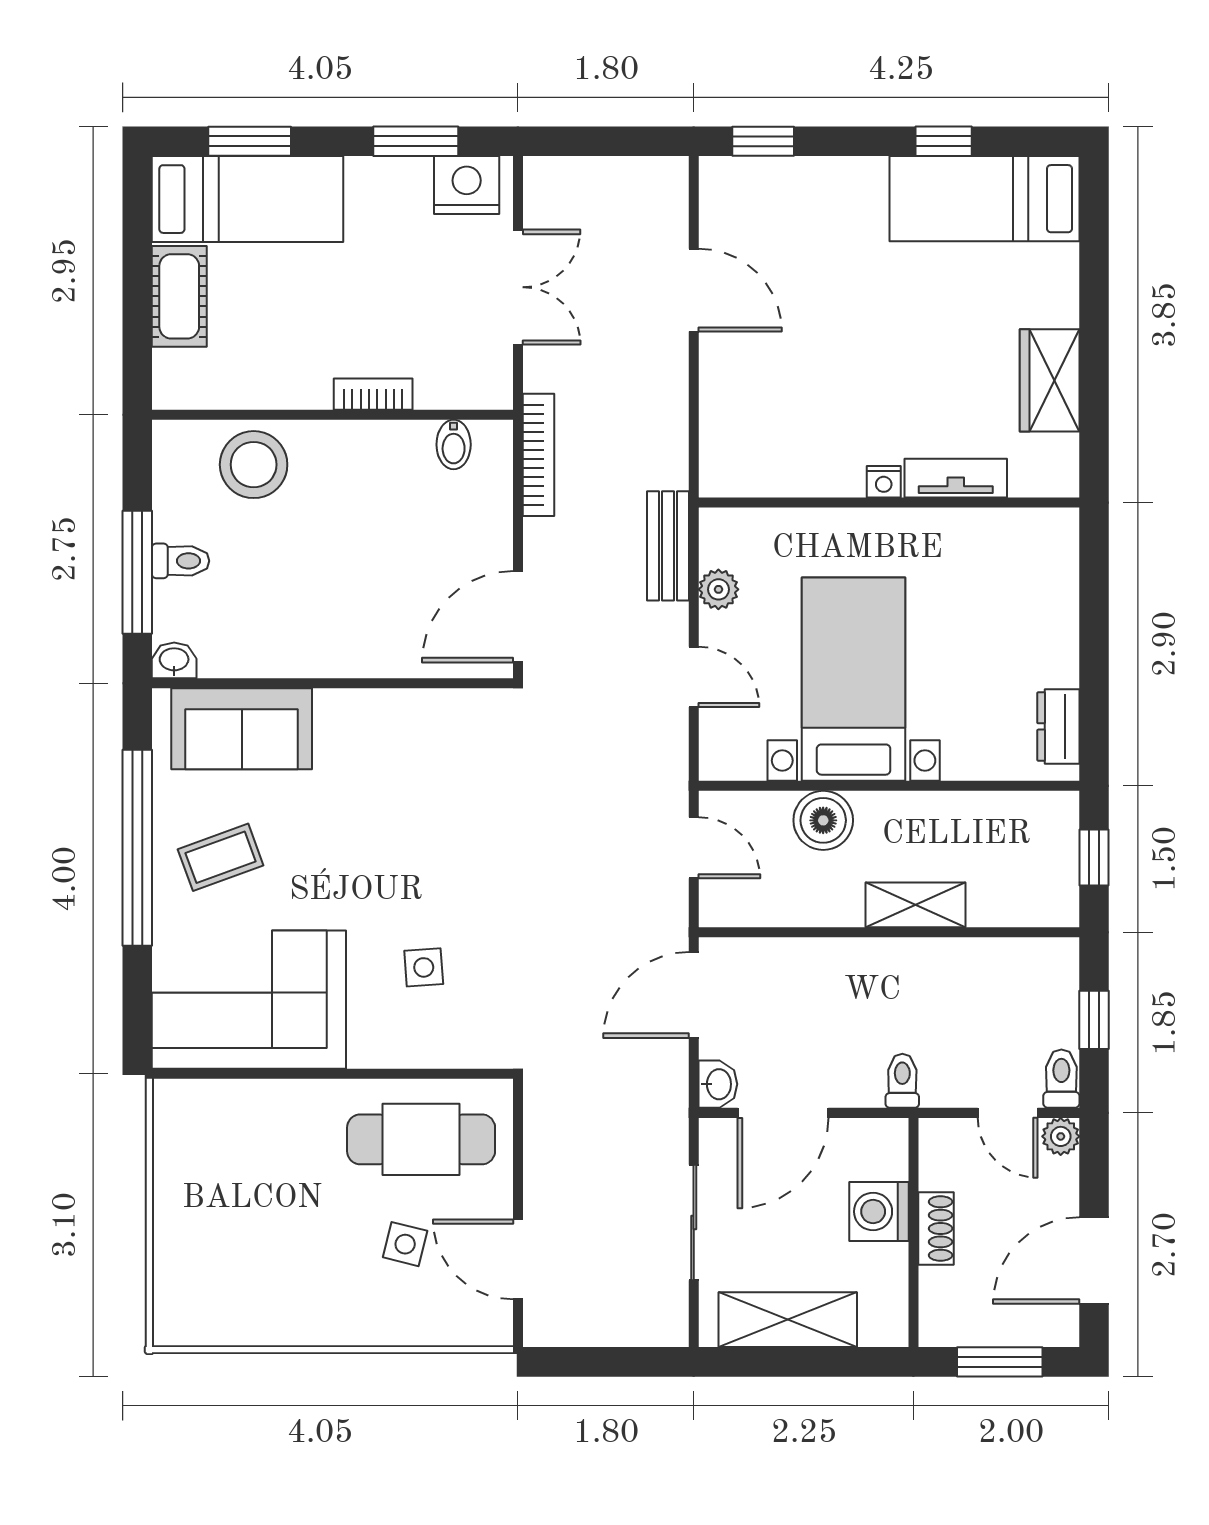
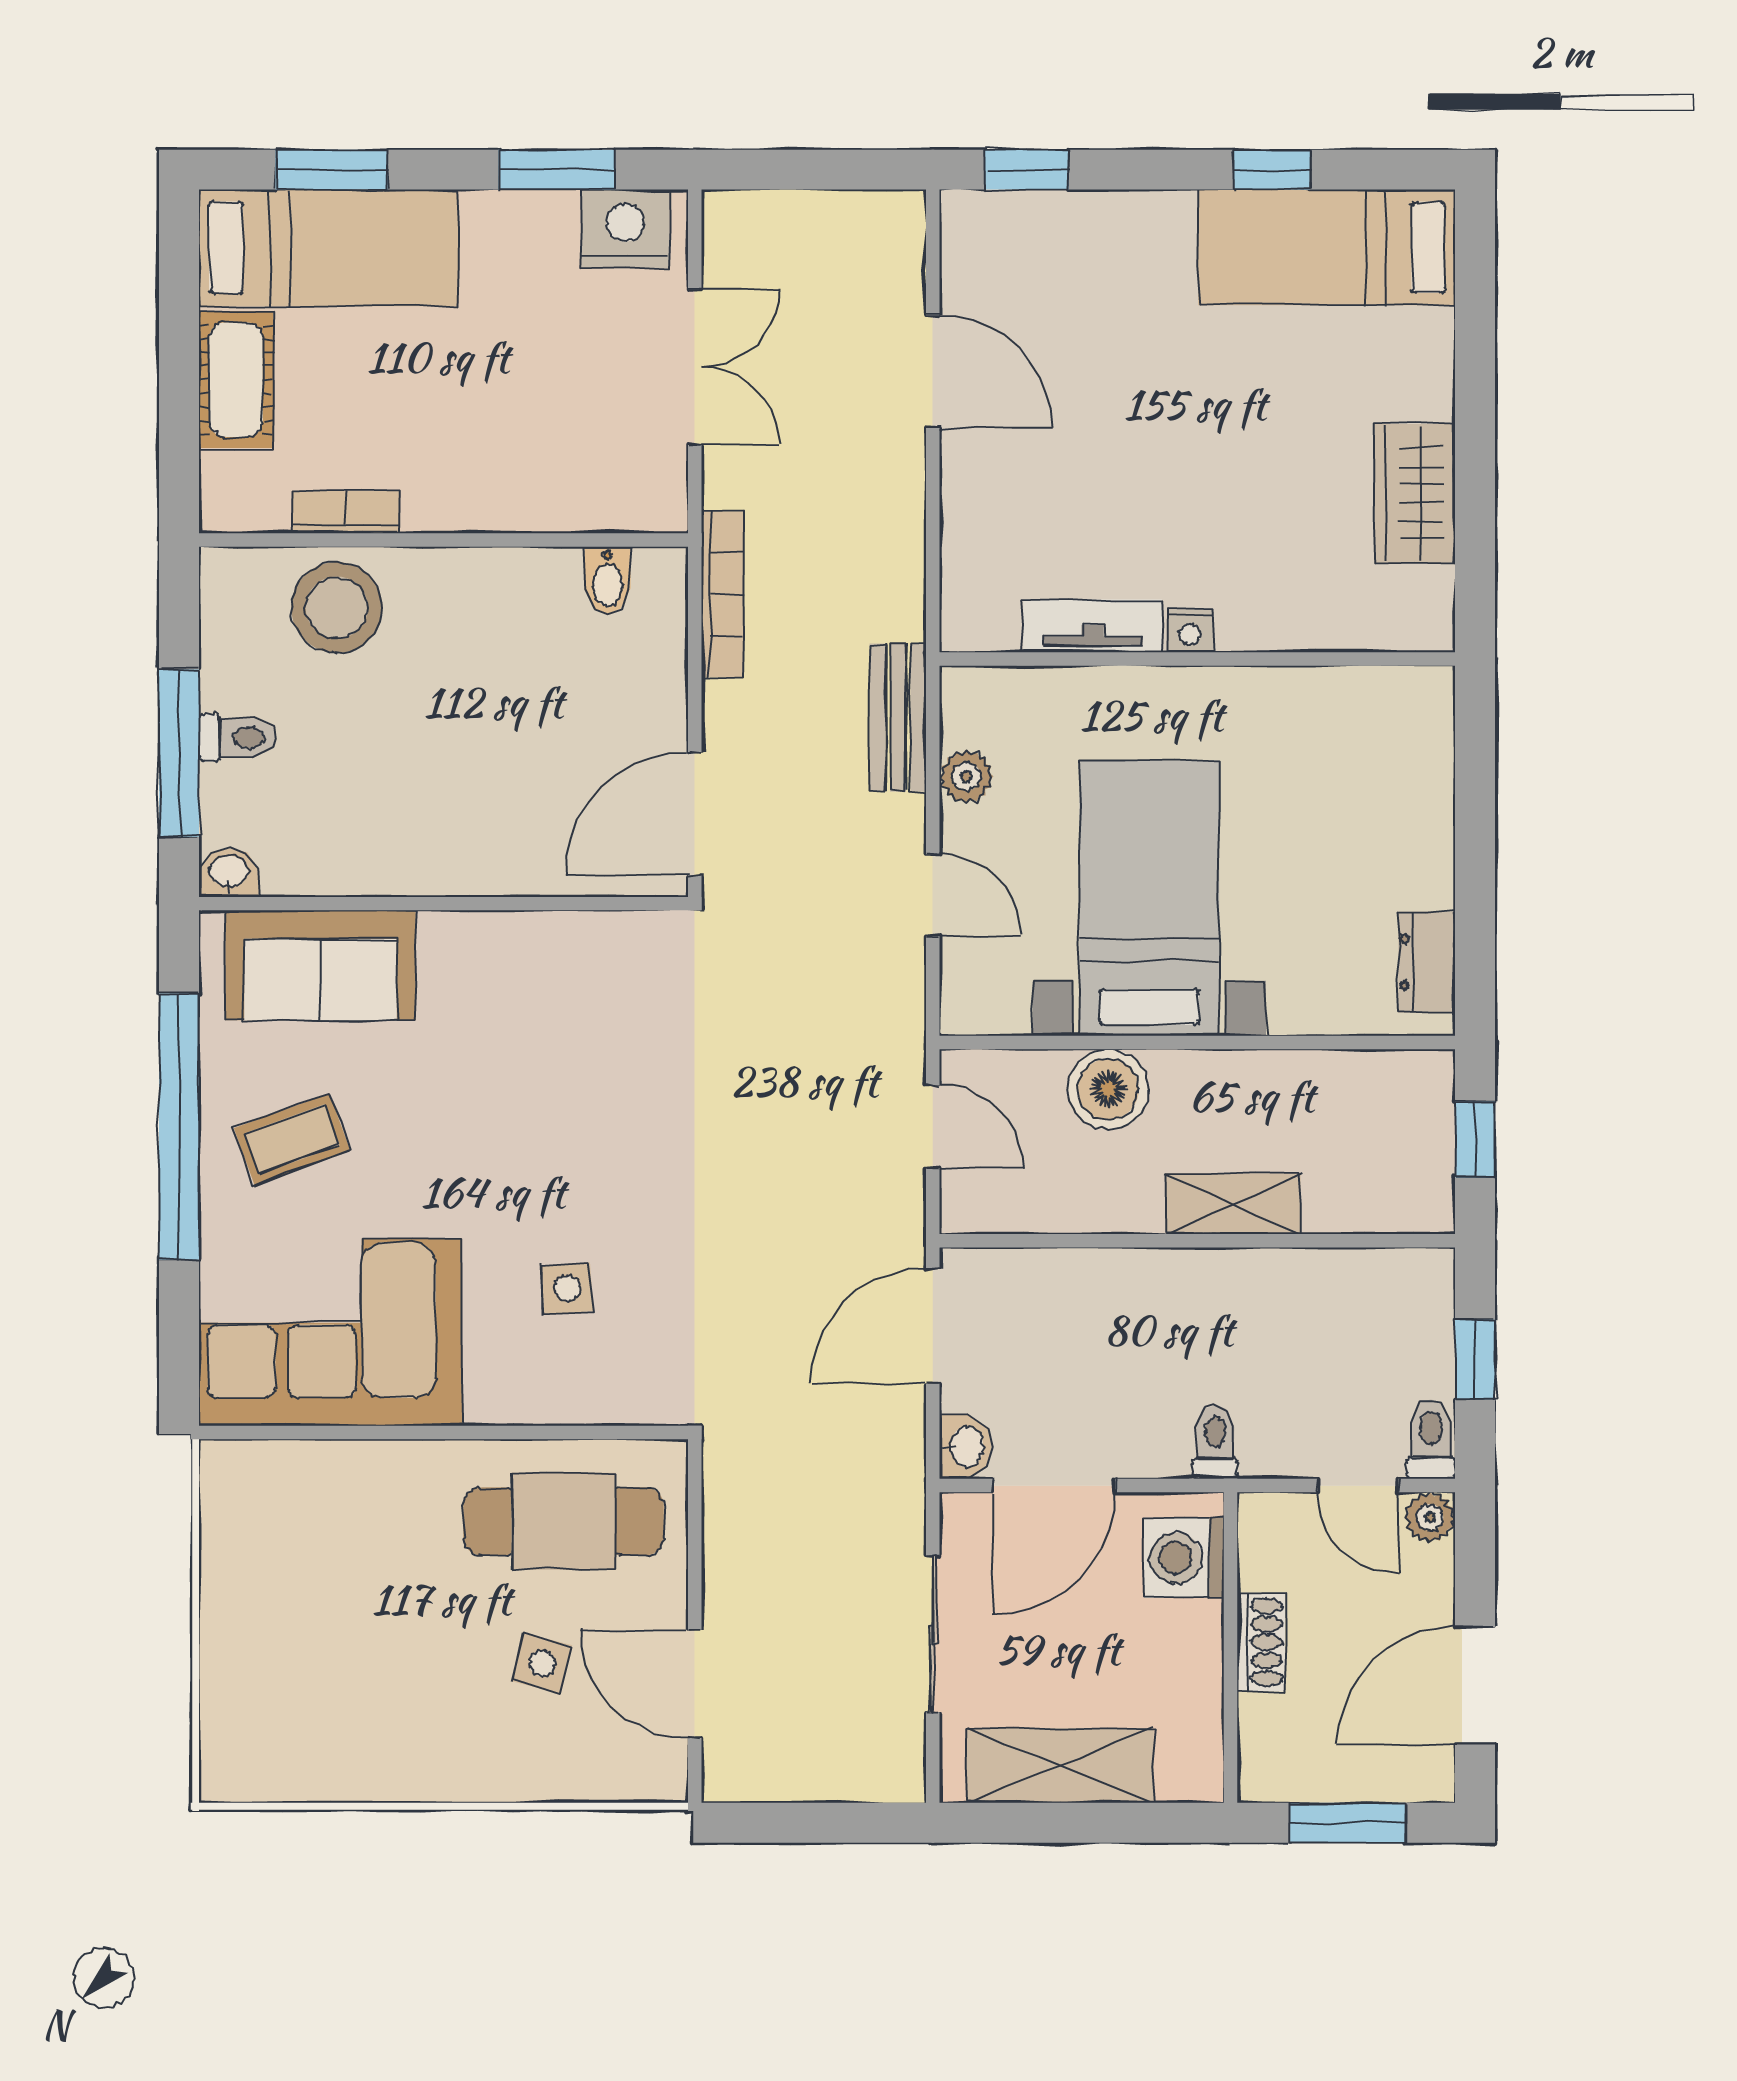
bookcase: (373, 394) -> (346, 512), moved
tv unit: (956, 478) -> (1093, 626), moved
washing machine: (879, 1212) -> (1184, 1558), moved

